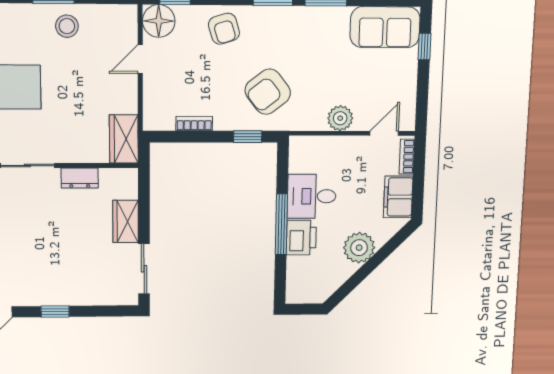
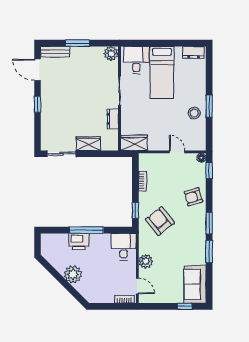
floor lamp: (159, 21) -> (201, 158), width x0.53, depth x0.53
desk: (312, 196) -> (124, 247), moved
filing cabinet: (398, 197) -> (102, 295), removed

